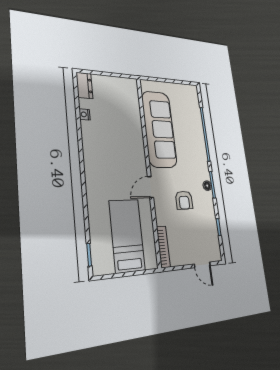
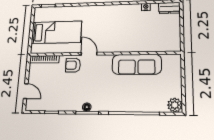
plant: (191, 92) -> (175, 105), added
sofa: (159, 129) -> (137, 64), width x0.74, depth x0.79
armchair: (184, 200) -> (73, 65), moved
door: (202, 265) -> (26, 91), swing flipped

